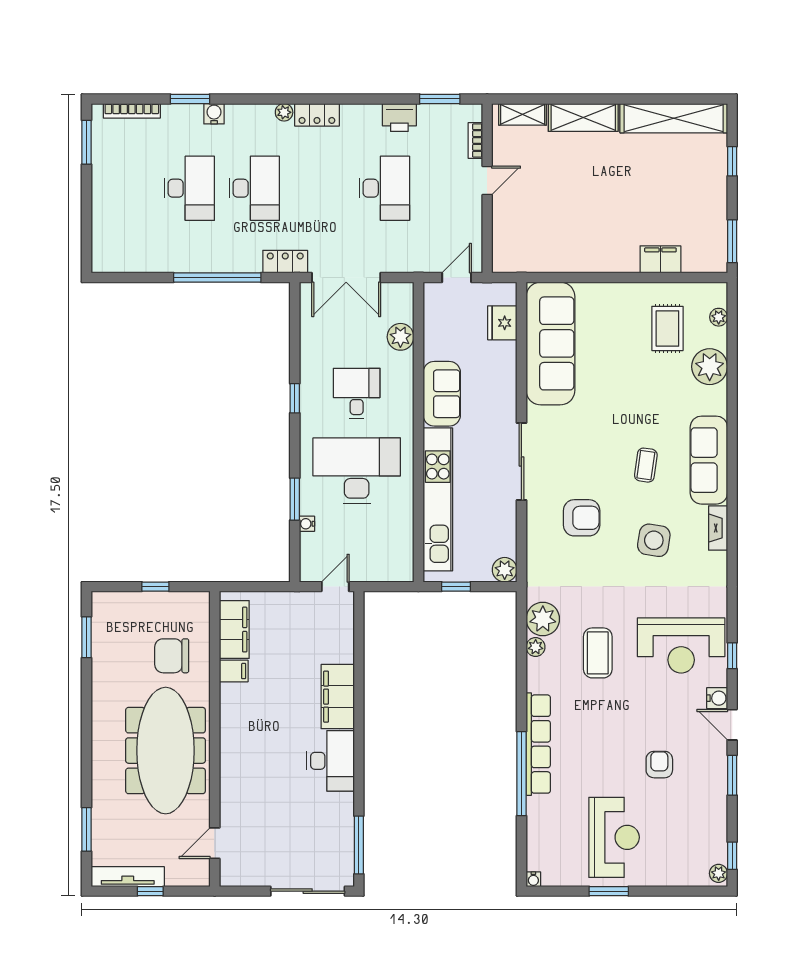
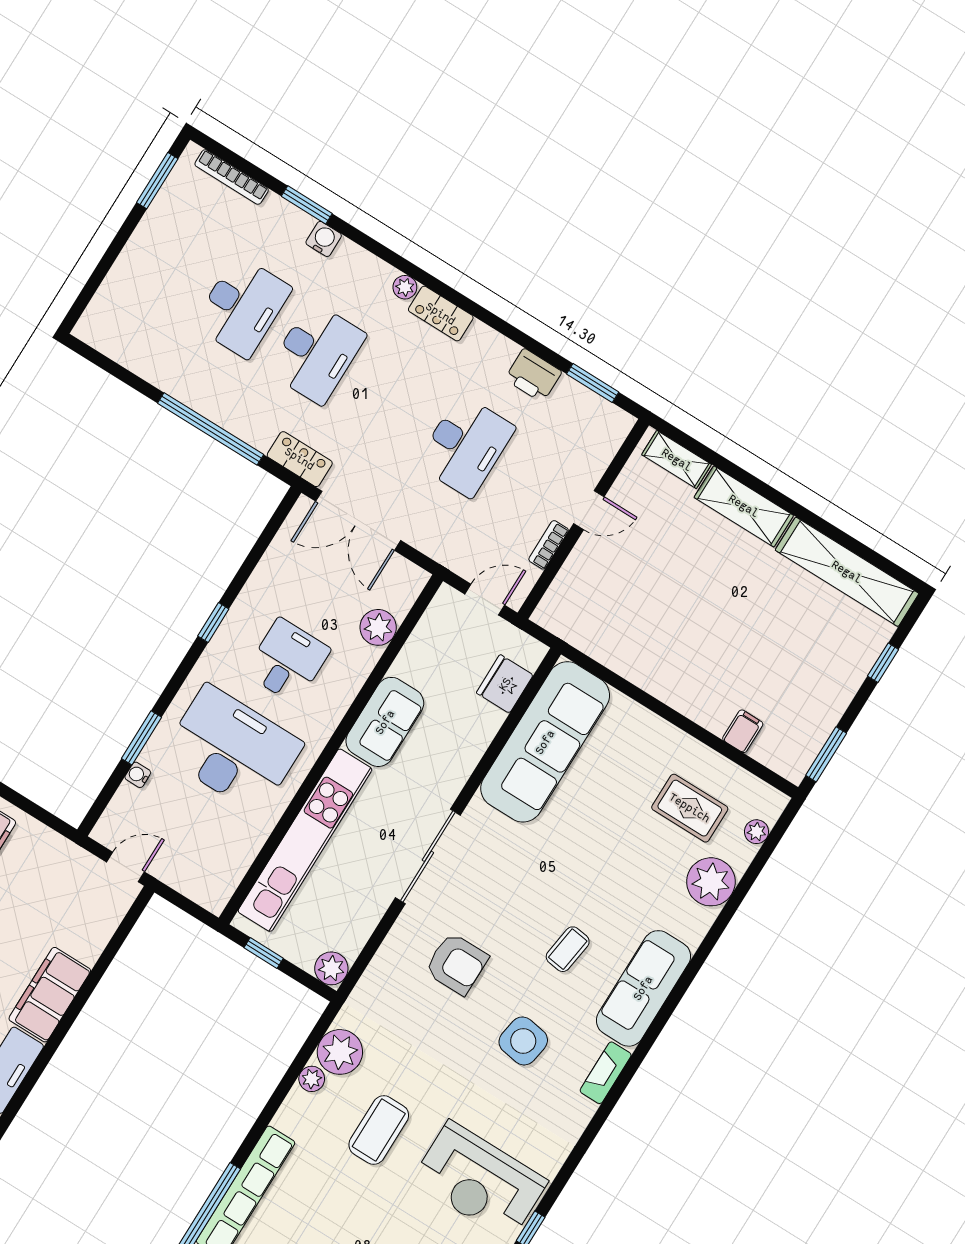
bookcase: (475, 140) -> (549, 545), moved
filing cabinet: (660, 259) -> (743, 731), width x0.50
rug: (667, 328) -> (690, 808), turned 90

